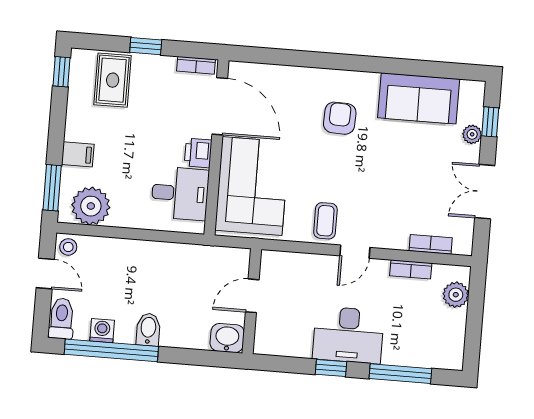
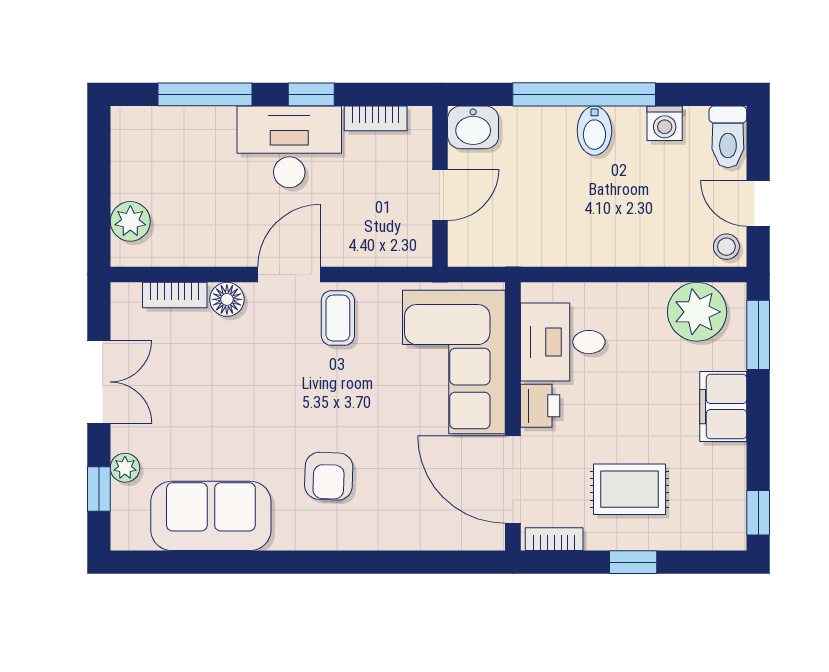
rug: (113, 80) -> (629, 489), moved, turned 90
filing cabinet: (78, 154) -> (723, 407), width x2.00
floor lamp: (397, 239) -> (227, 299), added
door: (355, 252) -> (289, 275), width x1.37
bookcase: (411, 269) -> (376, 118), moved, turned 180
window: (111, 350) -> (584, 94), moved

